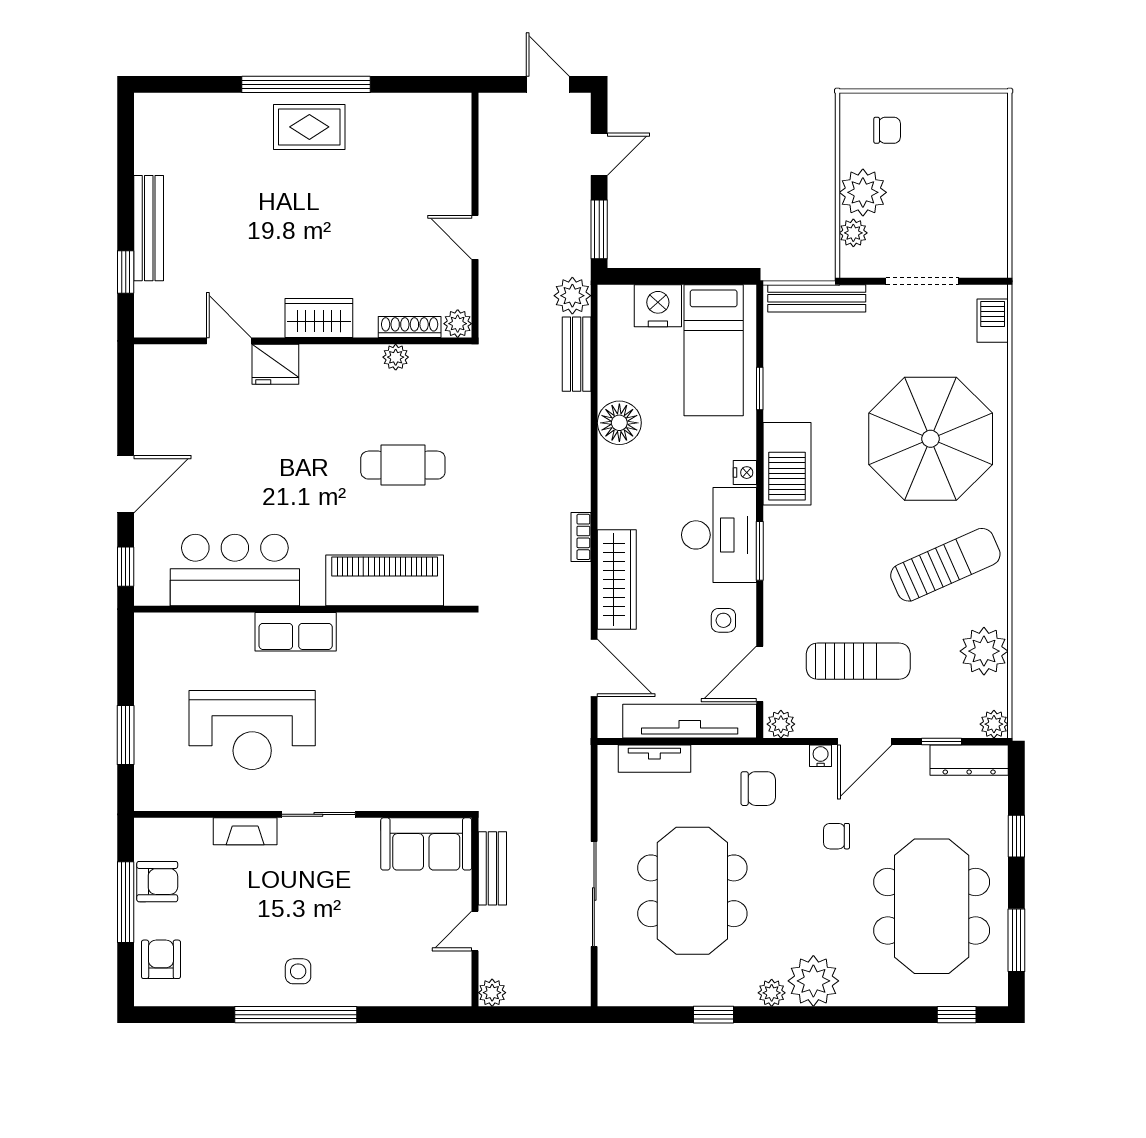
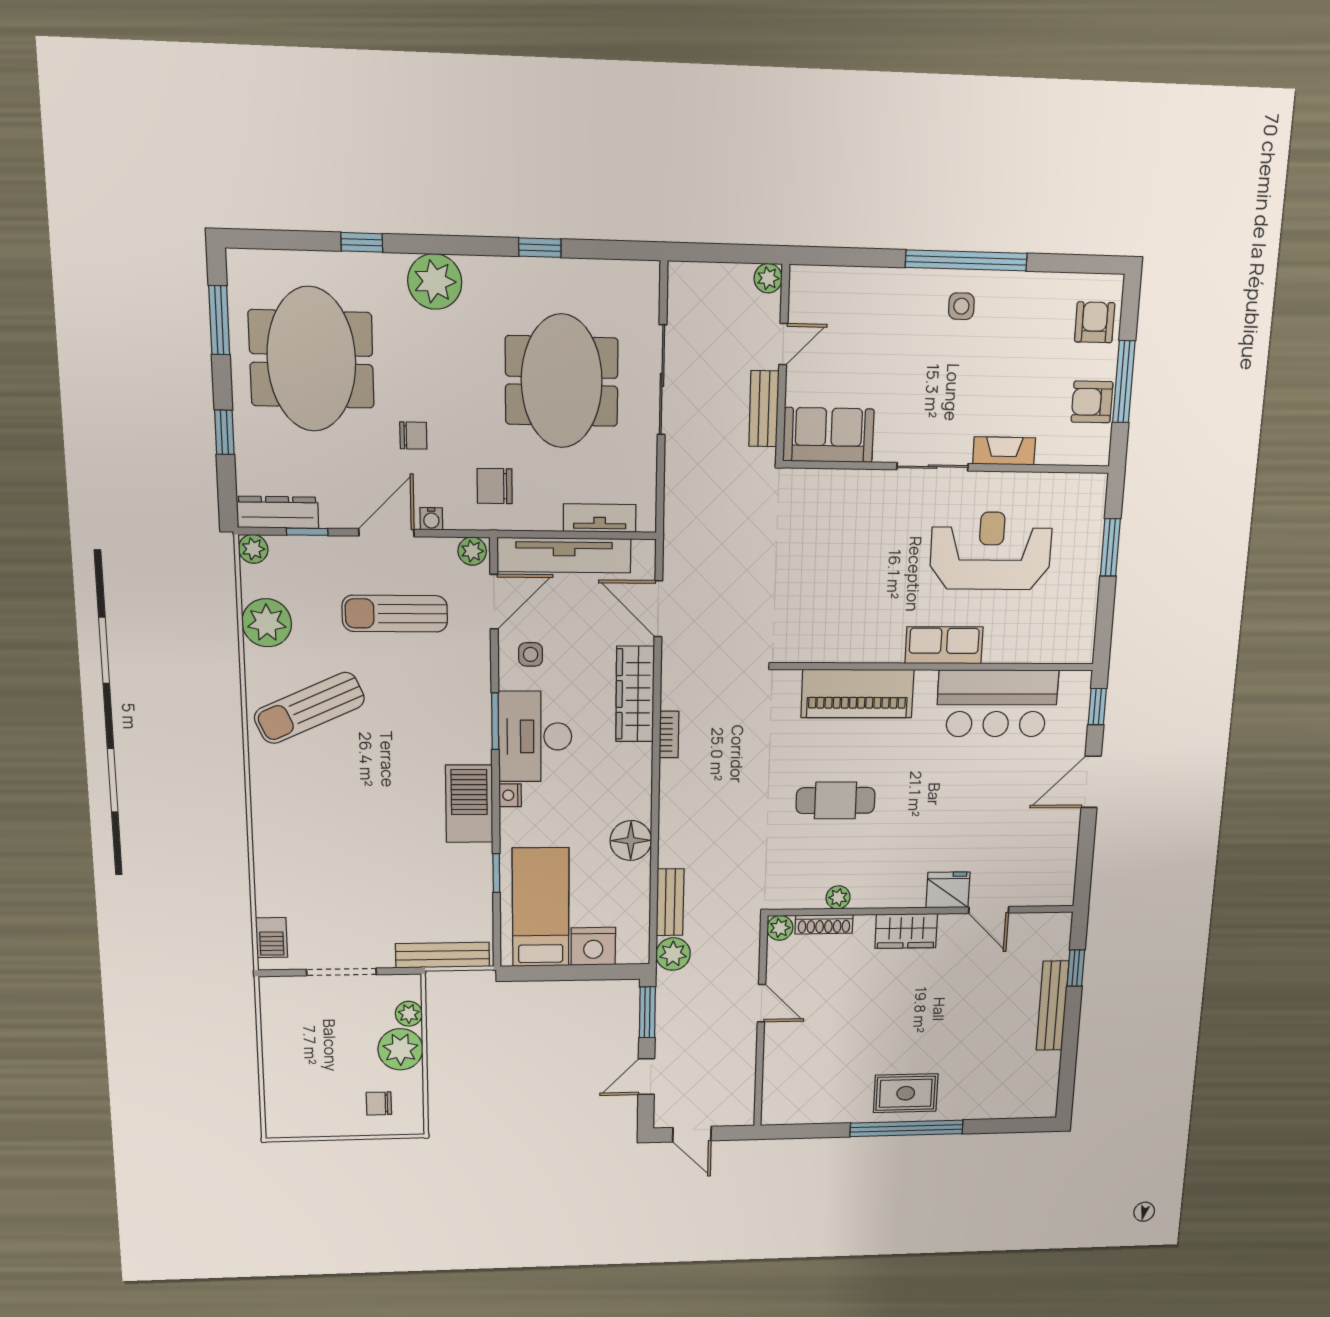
parasol: (931, 439) -> (328, 828), removed
armchair: (161, 959) -> (1095, 322), turned 180
plant: (772, 993) -> (479, 270), removed
window: (957, 1015) -> (362, 242), moved

